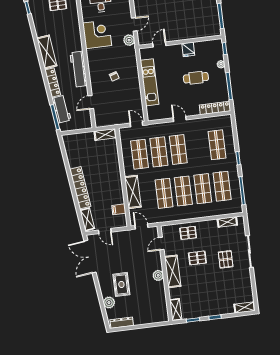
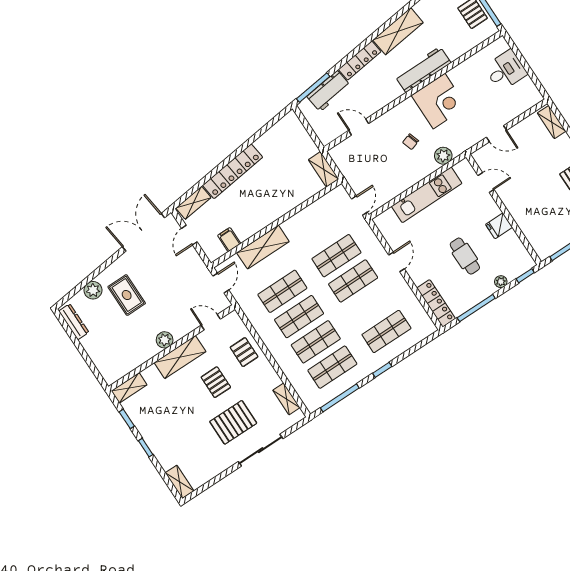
corner desk: (97, 34) -> (439, 101), moved
plant: (129, 40) -> (443, 156), moved
workbench: (79, 69) -> (423, 69), moved
shop shelf: (139, 154) -> (320, 230), removed
pallet: (226, 259) -> (233, 422), width x1.50, depth x1.42
rug: (121, 284) -> (127, 295), turned 90

